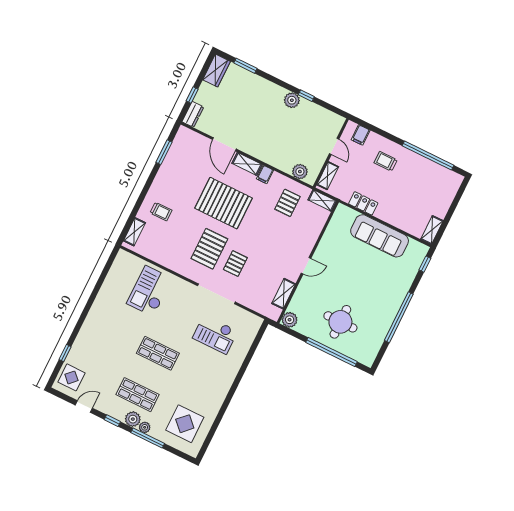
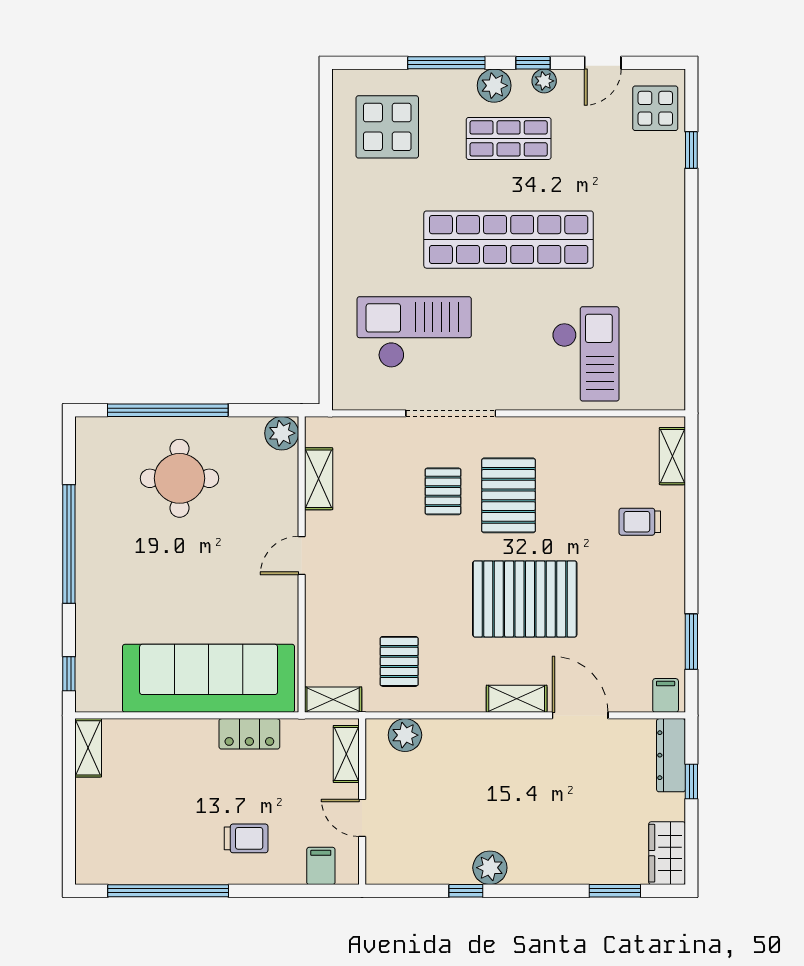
dresser: (193, 114) -> (671, 755), width x1.44
filing cabinet: (265, 174) -> (666, 695), moved
sofa: (380, 236) -> (209, 678), width x1.36, depth x1.27
checkout: (215, 334) -> (414, 332), width x1.36, depth x1.21
shop shelf: (158, 353) -> (509, 240), width x2.00, depth x1.36
plant: (145, 427) -> (544, 81), moved

